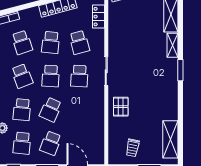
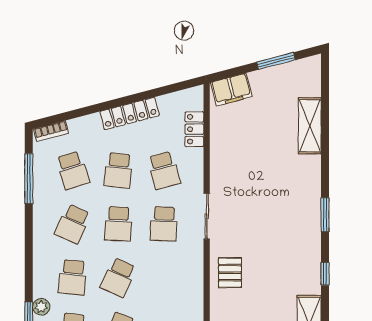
shelving: (172, 45) -> (312, 175), removed
school desk: (22, 76) -> (73, 224), turned 45
window: (180, 107) -> (325, 274), added

